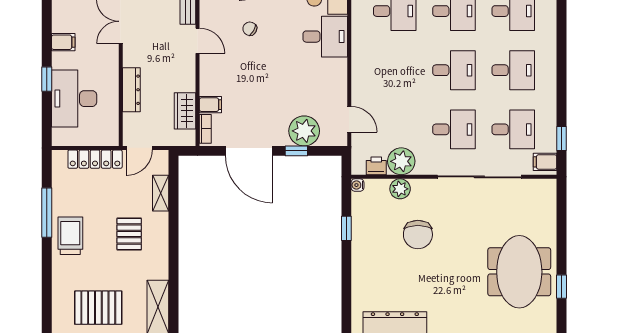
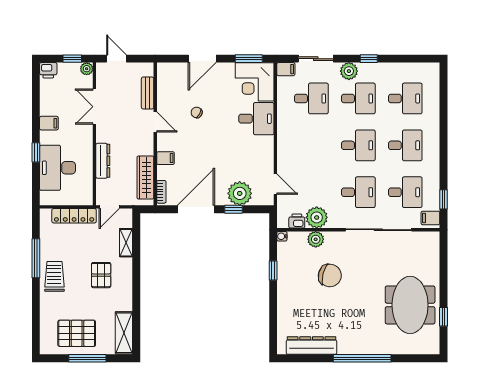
filing cabinet: (210, 105) -> (166, 158), moved
wardrobe: (185, 111) -> (145, 178), width x1.50
door: (249, 151) -> (196, 209), swing flipped
chair: (418, 235) -> (330, 275), turned -75

